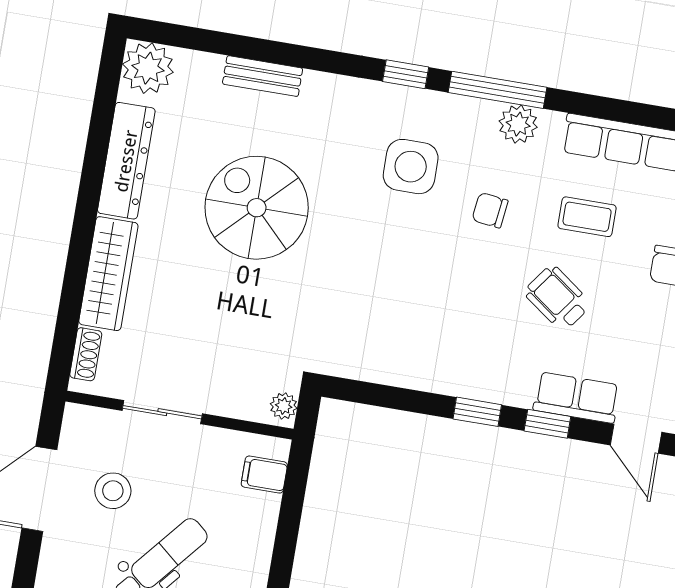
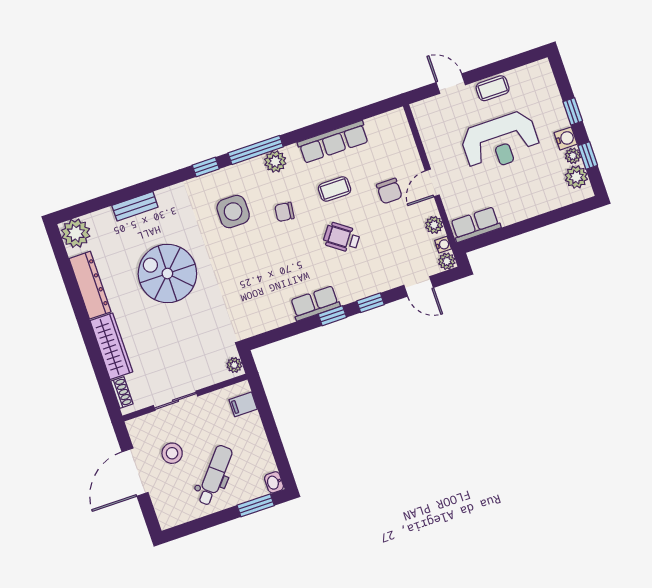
row of seats: (576, 398) -> (315, 303), moved

